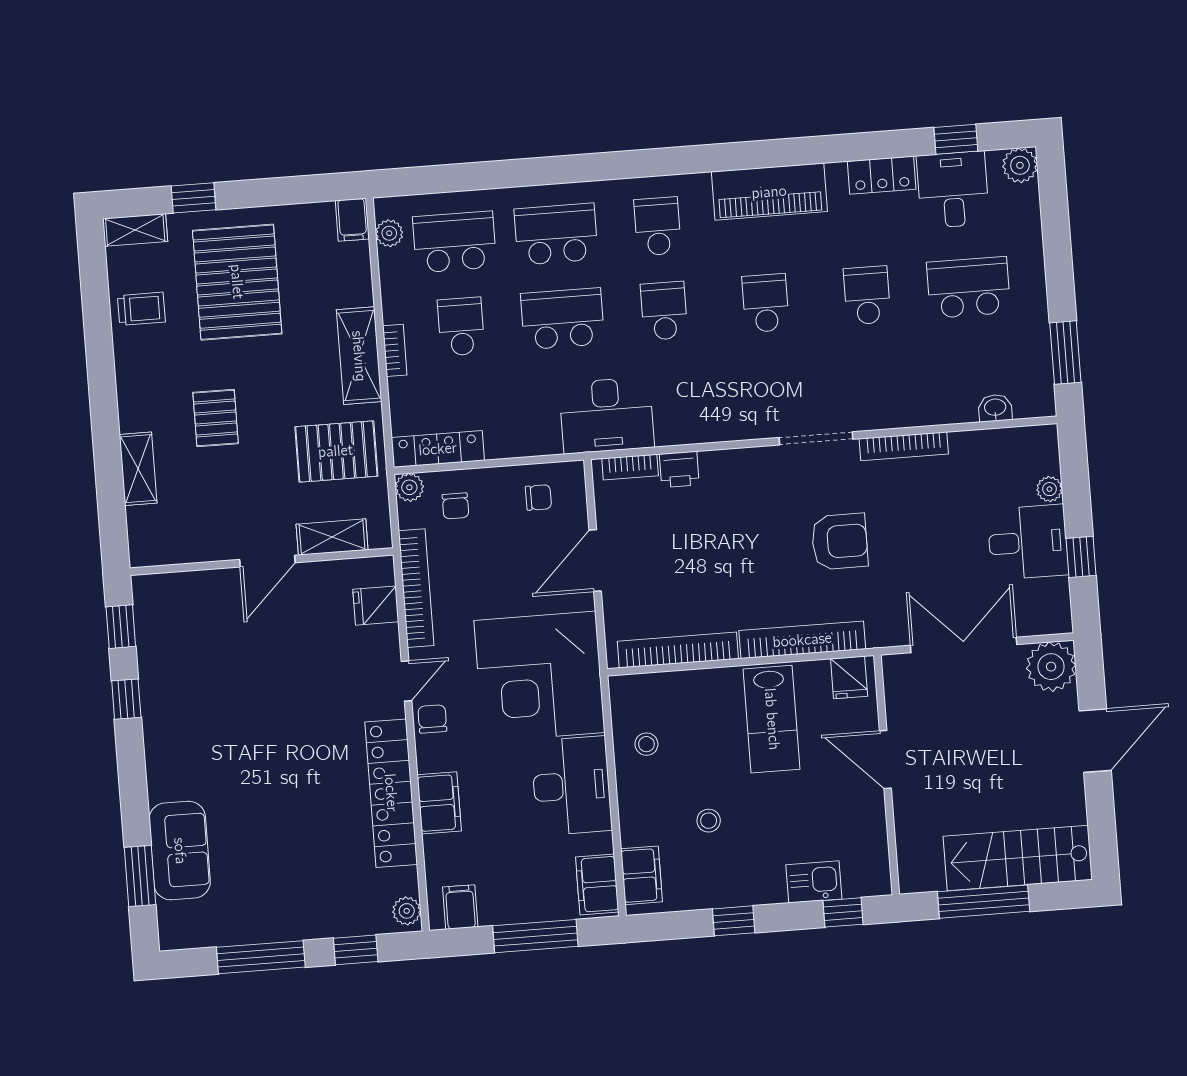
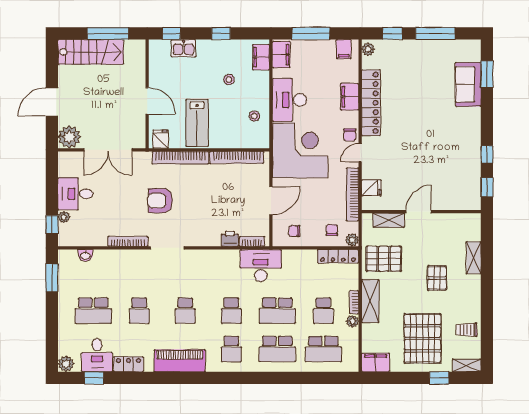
filing cabinet: (352, 220) -> (376, 363), width x2.00
plant: (389, 233) -> (352, 321), moved
window: (1081, 557) -> (52, 224), moved
lab bench: (772, 719) -> (197, 123), turned 180

